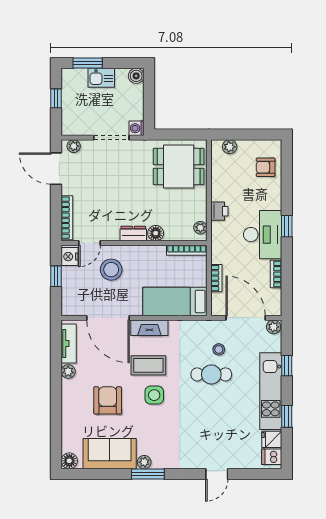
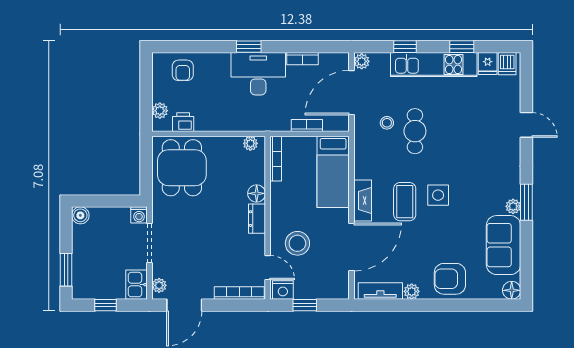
kitchen sink: (101, 78) -> (136, 285), moved, turned 180
printer: (219, 211) -> (183, 122), moved
armchair: (108, 400) -> (450, 279), moved

